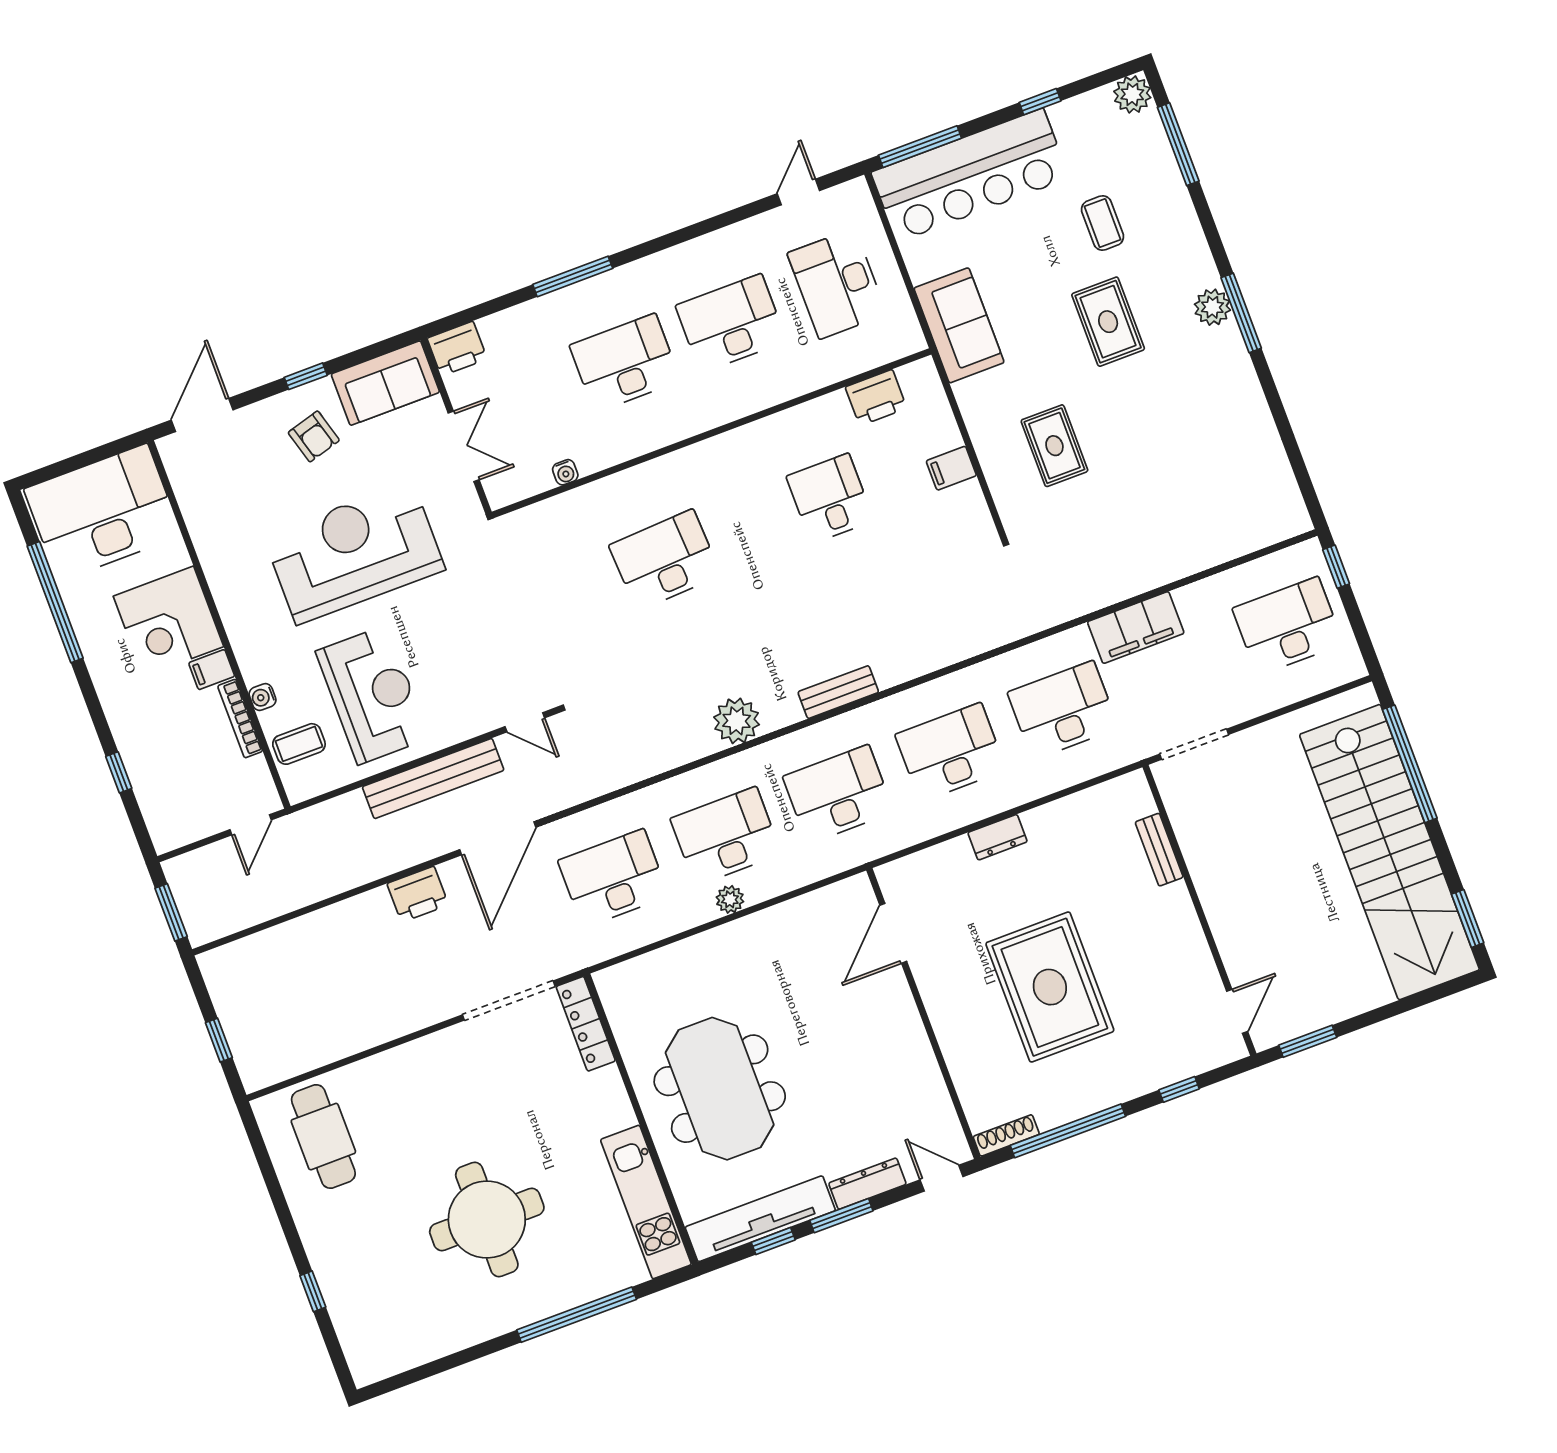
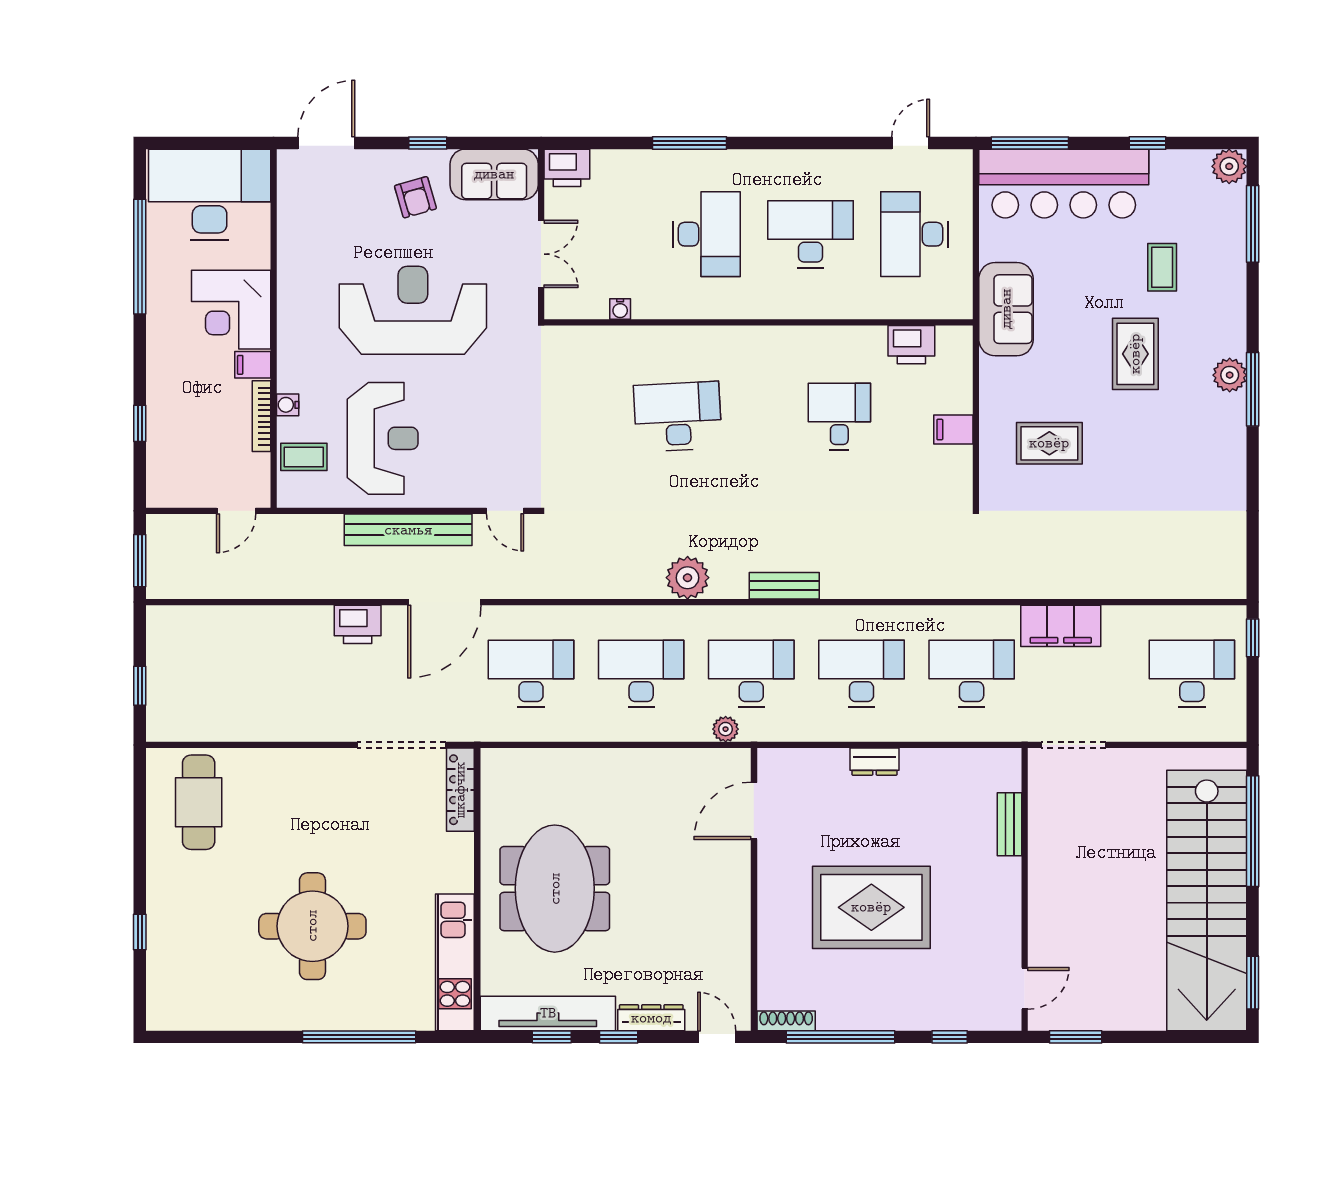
desk: (625, 363) -> (707, 234), turned 90
rug: (1054, 446) -> (1049, 443), turned 90
plant: (730, 899) -> (726, 729), moved
rug: (1050, 987) -> (871, 907), turned 90
window: (841, 1216) -> (619, 1037), width x0.67

